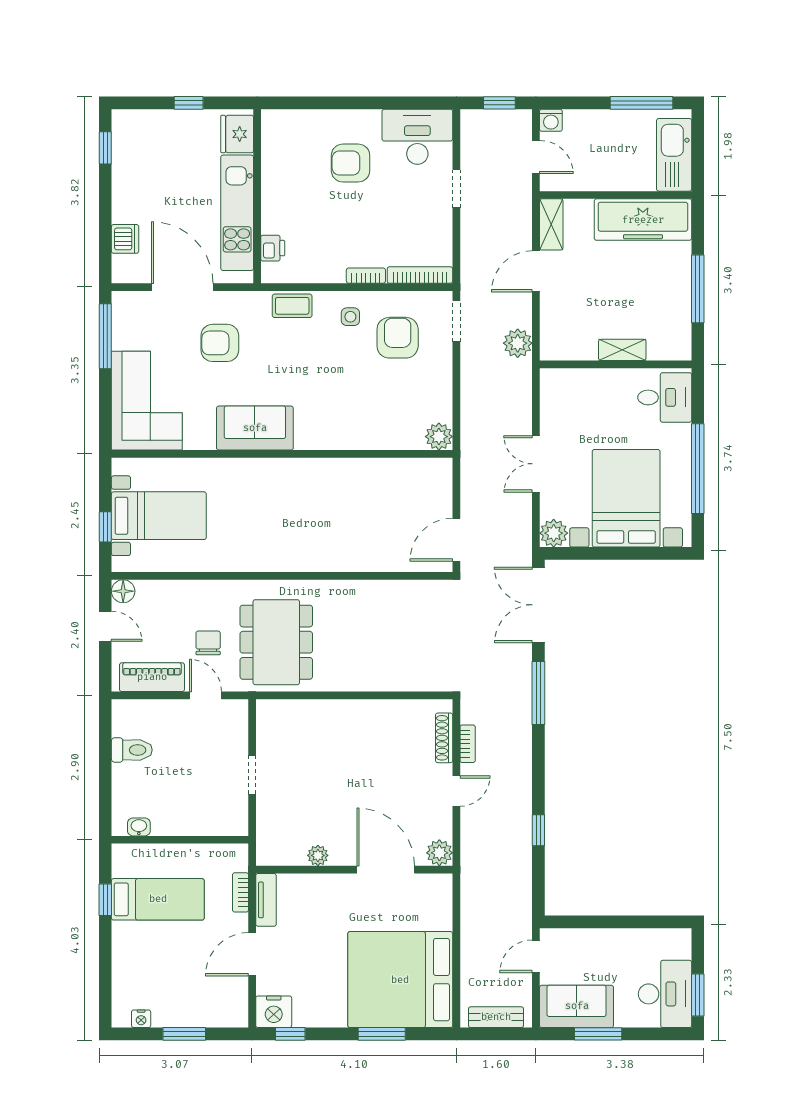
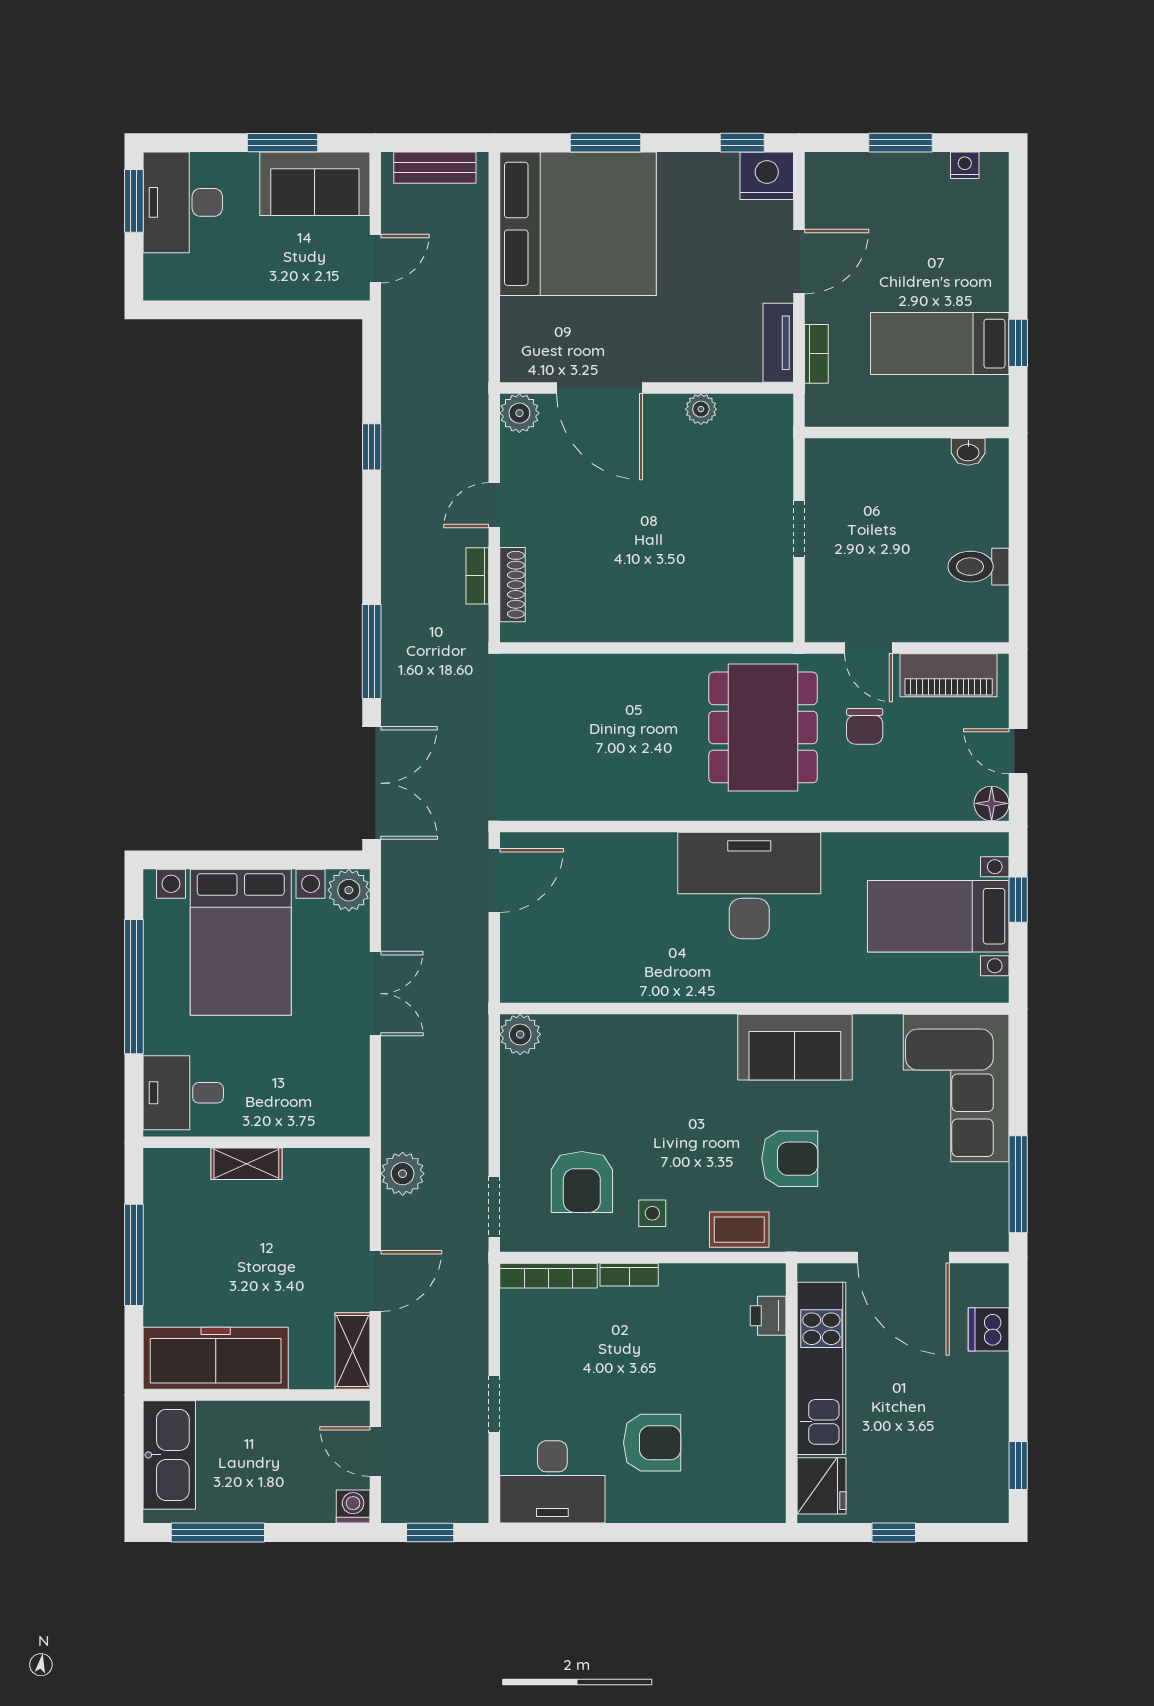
armchair: (220, 343) -> (790, 1159), moved
desk: (285, 536) -> (749, 885), added

